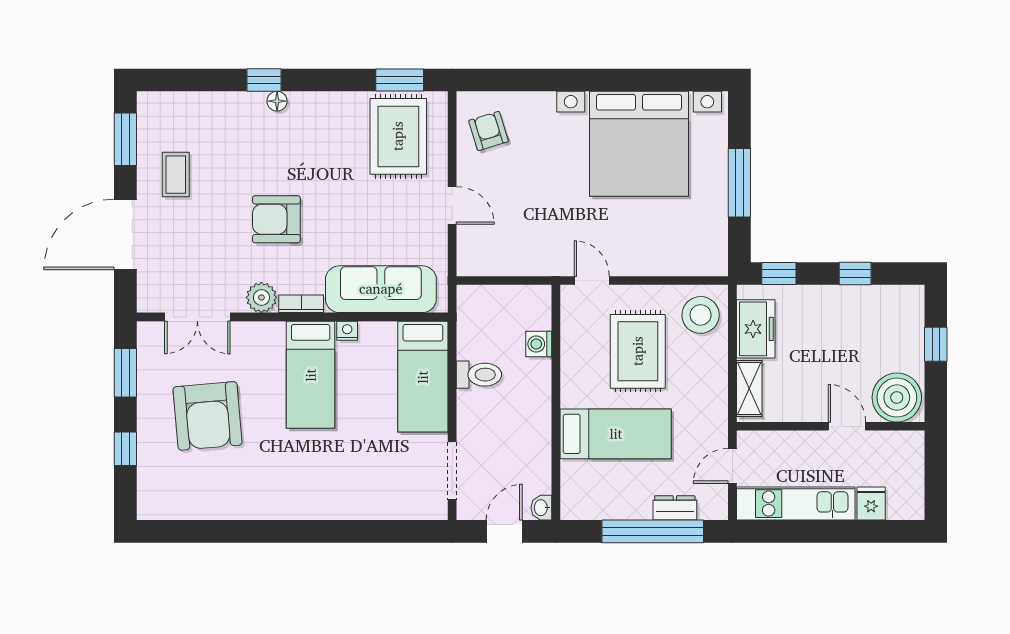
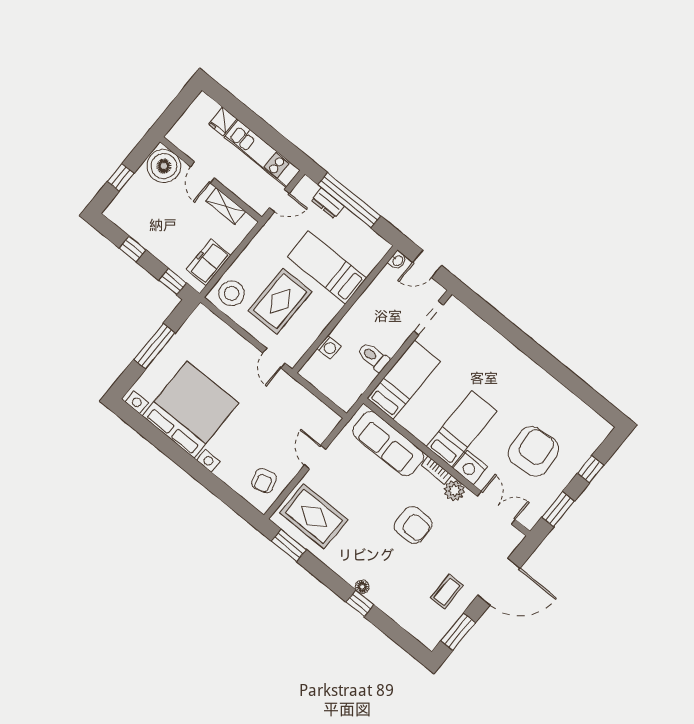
rug: (398, 136) -> (314, 516), turned 90
nightstand: (347, 331) -> (470, 467), moved, width x1.89, depth x1.79
shelving: (749, 389) -> (226, 206), moved, turned 90

